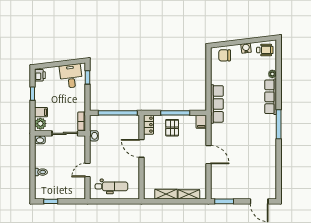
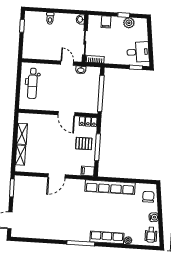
printer: (40, 75) -> (141, 23), removed
row of seats: (217, 104) -> (110, 187), width x1.36
plant: (40, 124) -> (129, 23), moved
door: (142, 148) -> (66, 114), swing flipped
door: (88, 170) -> (67, 63), moved

